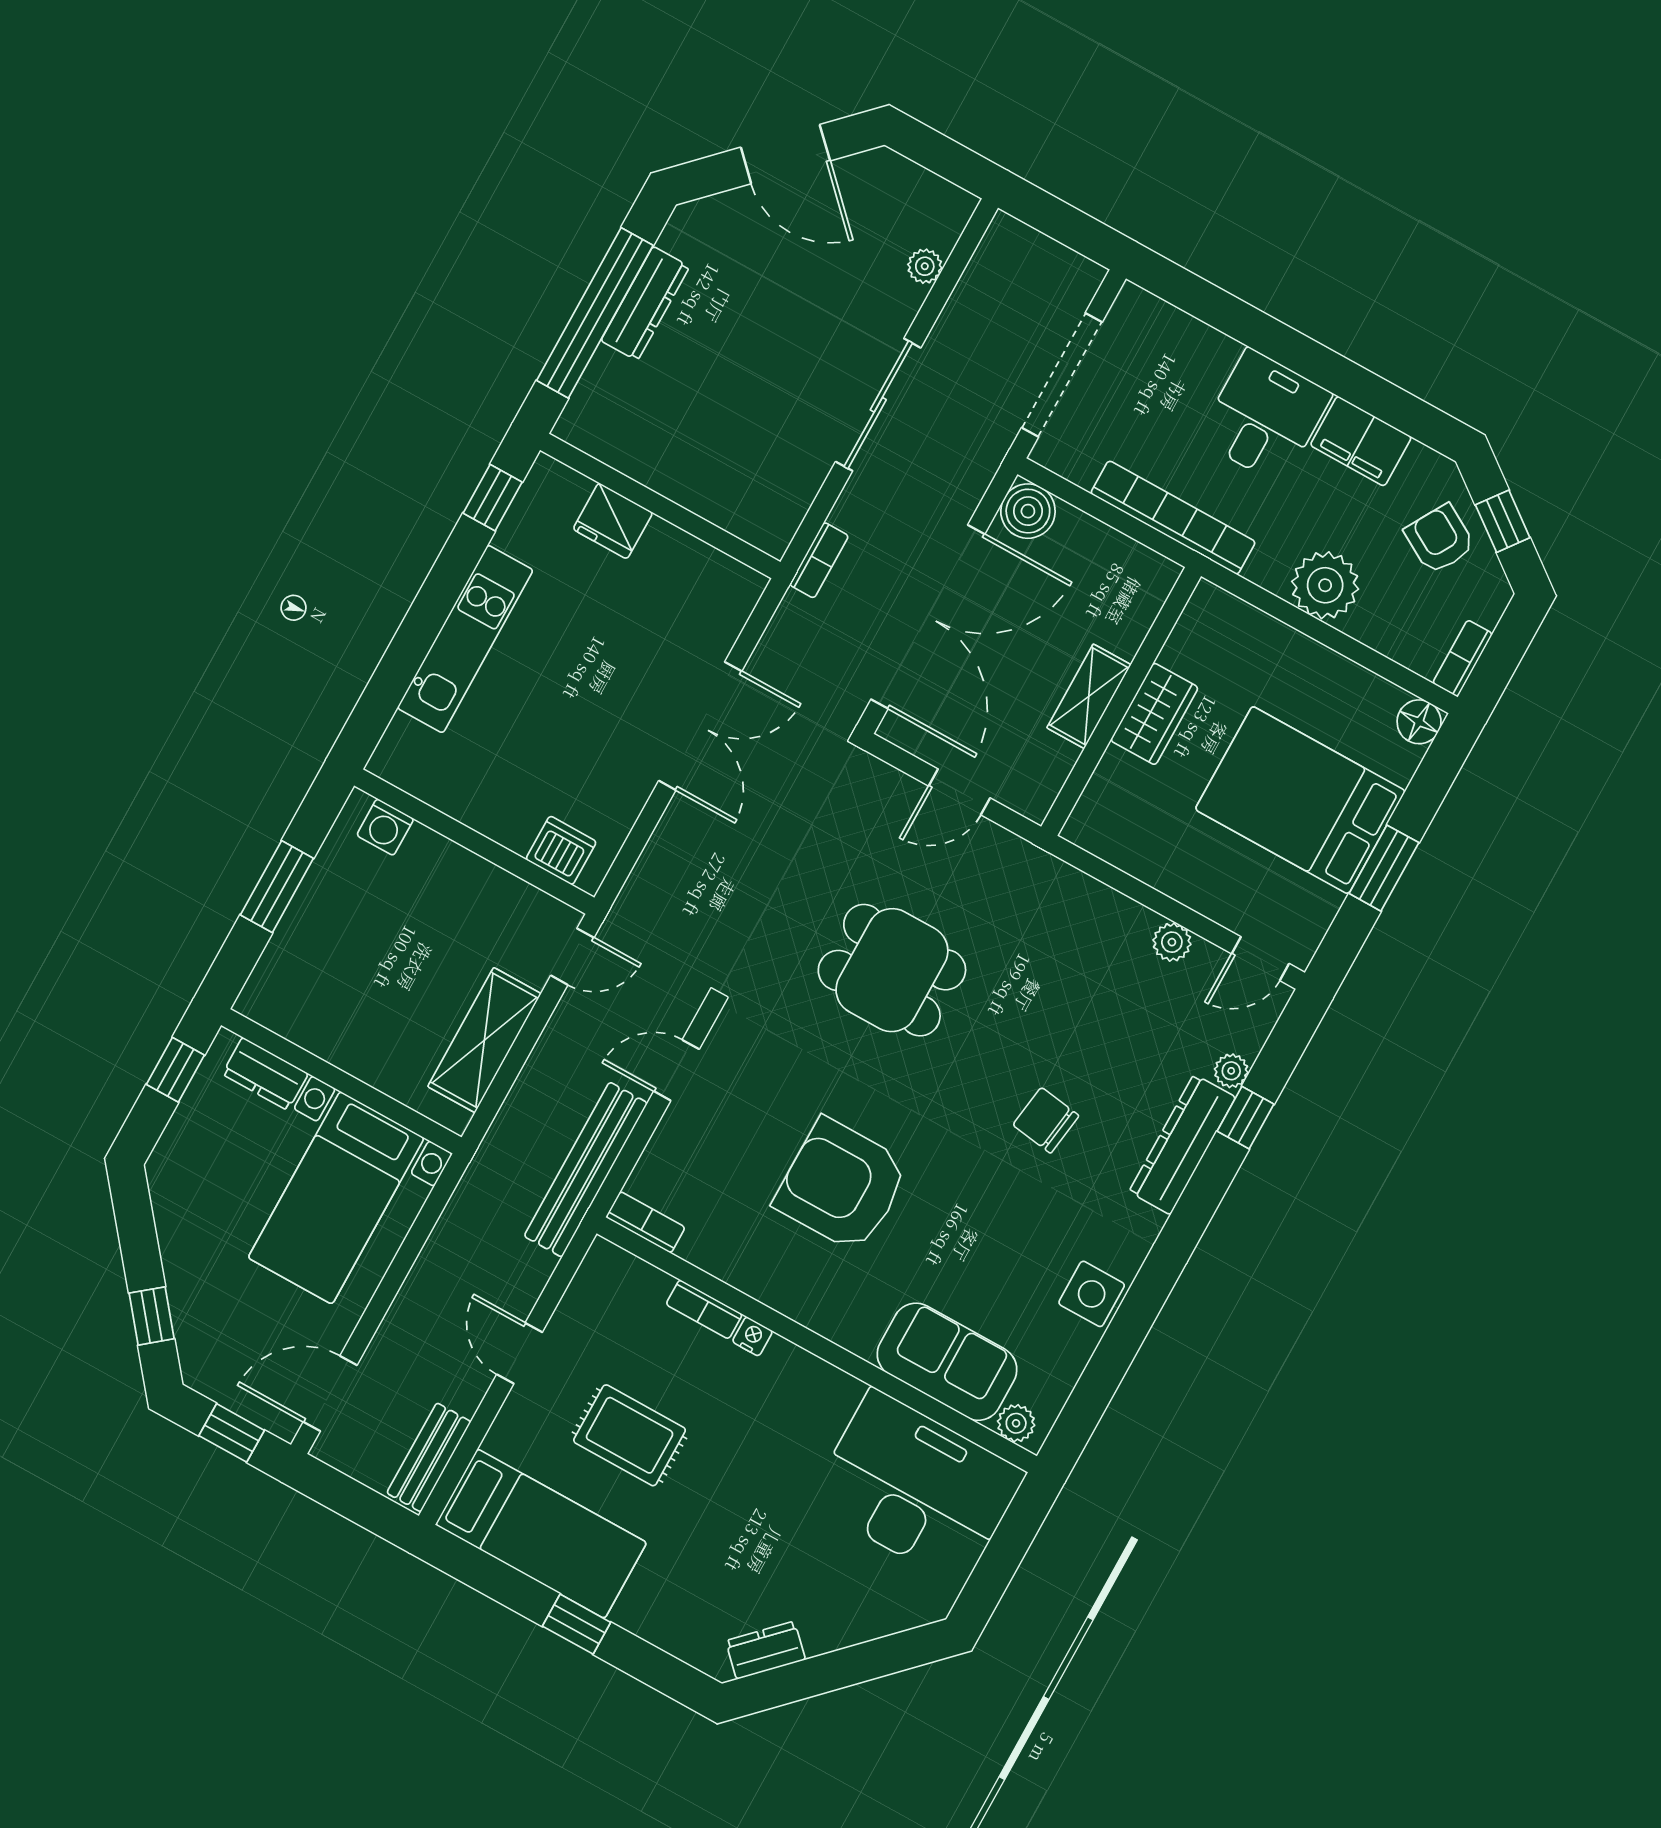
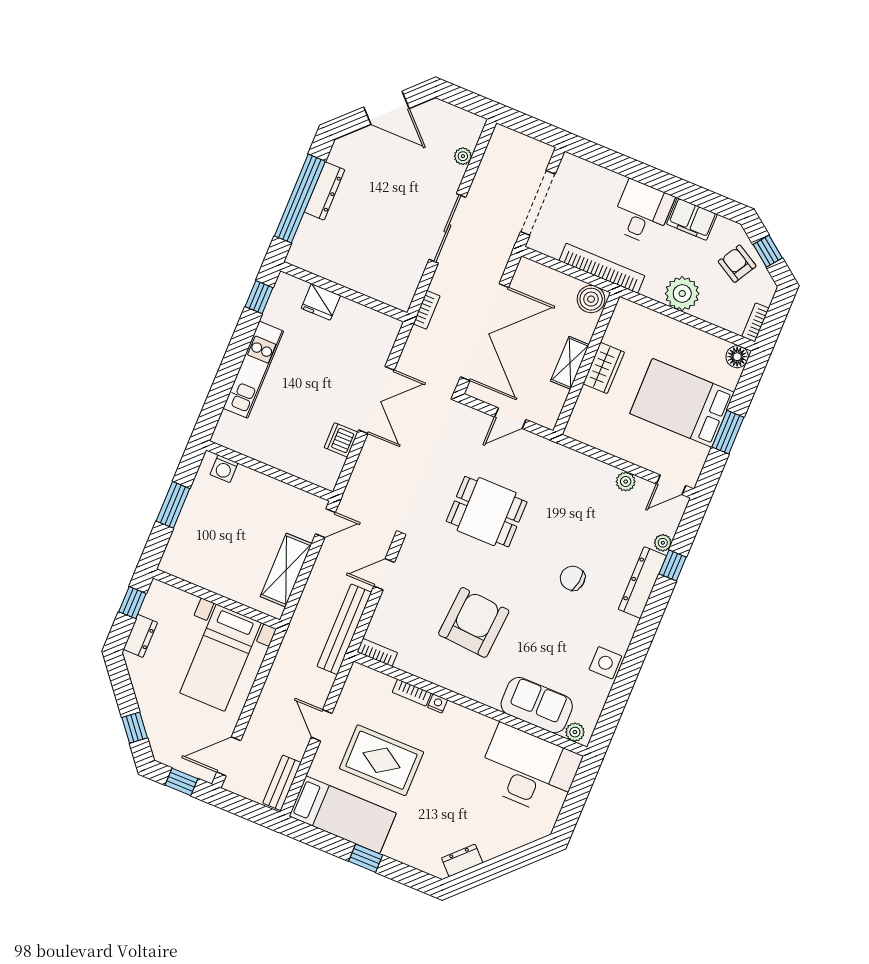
boiler: (1028, 511) -> (591, 299), moved
dishwasher: (561, 850) -> (341, 440), moved, turned -90
dresser: (265, 1074) -> (140, 636), moved, turned -90
armchair: (842, 1185) -> (474, 622), turned 94
rug: (630, 1435) -> (381, 760), width x1.36, depth x1.43

